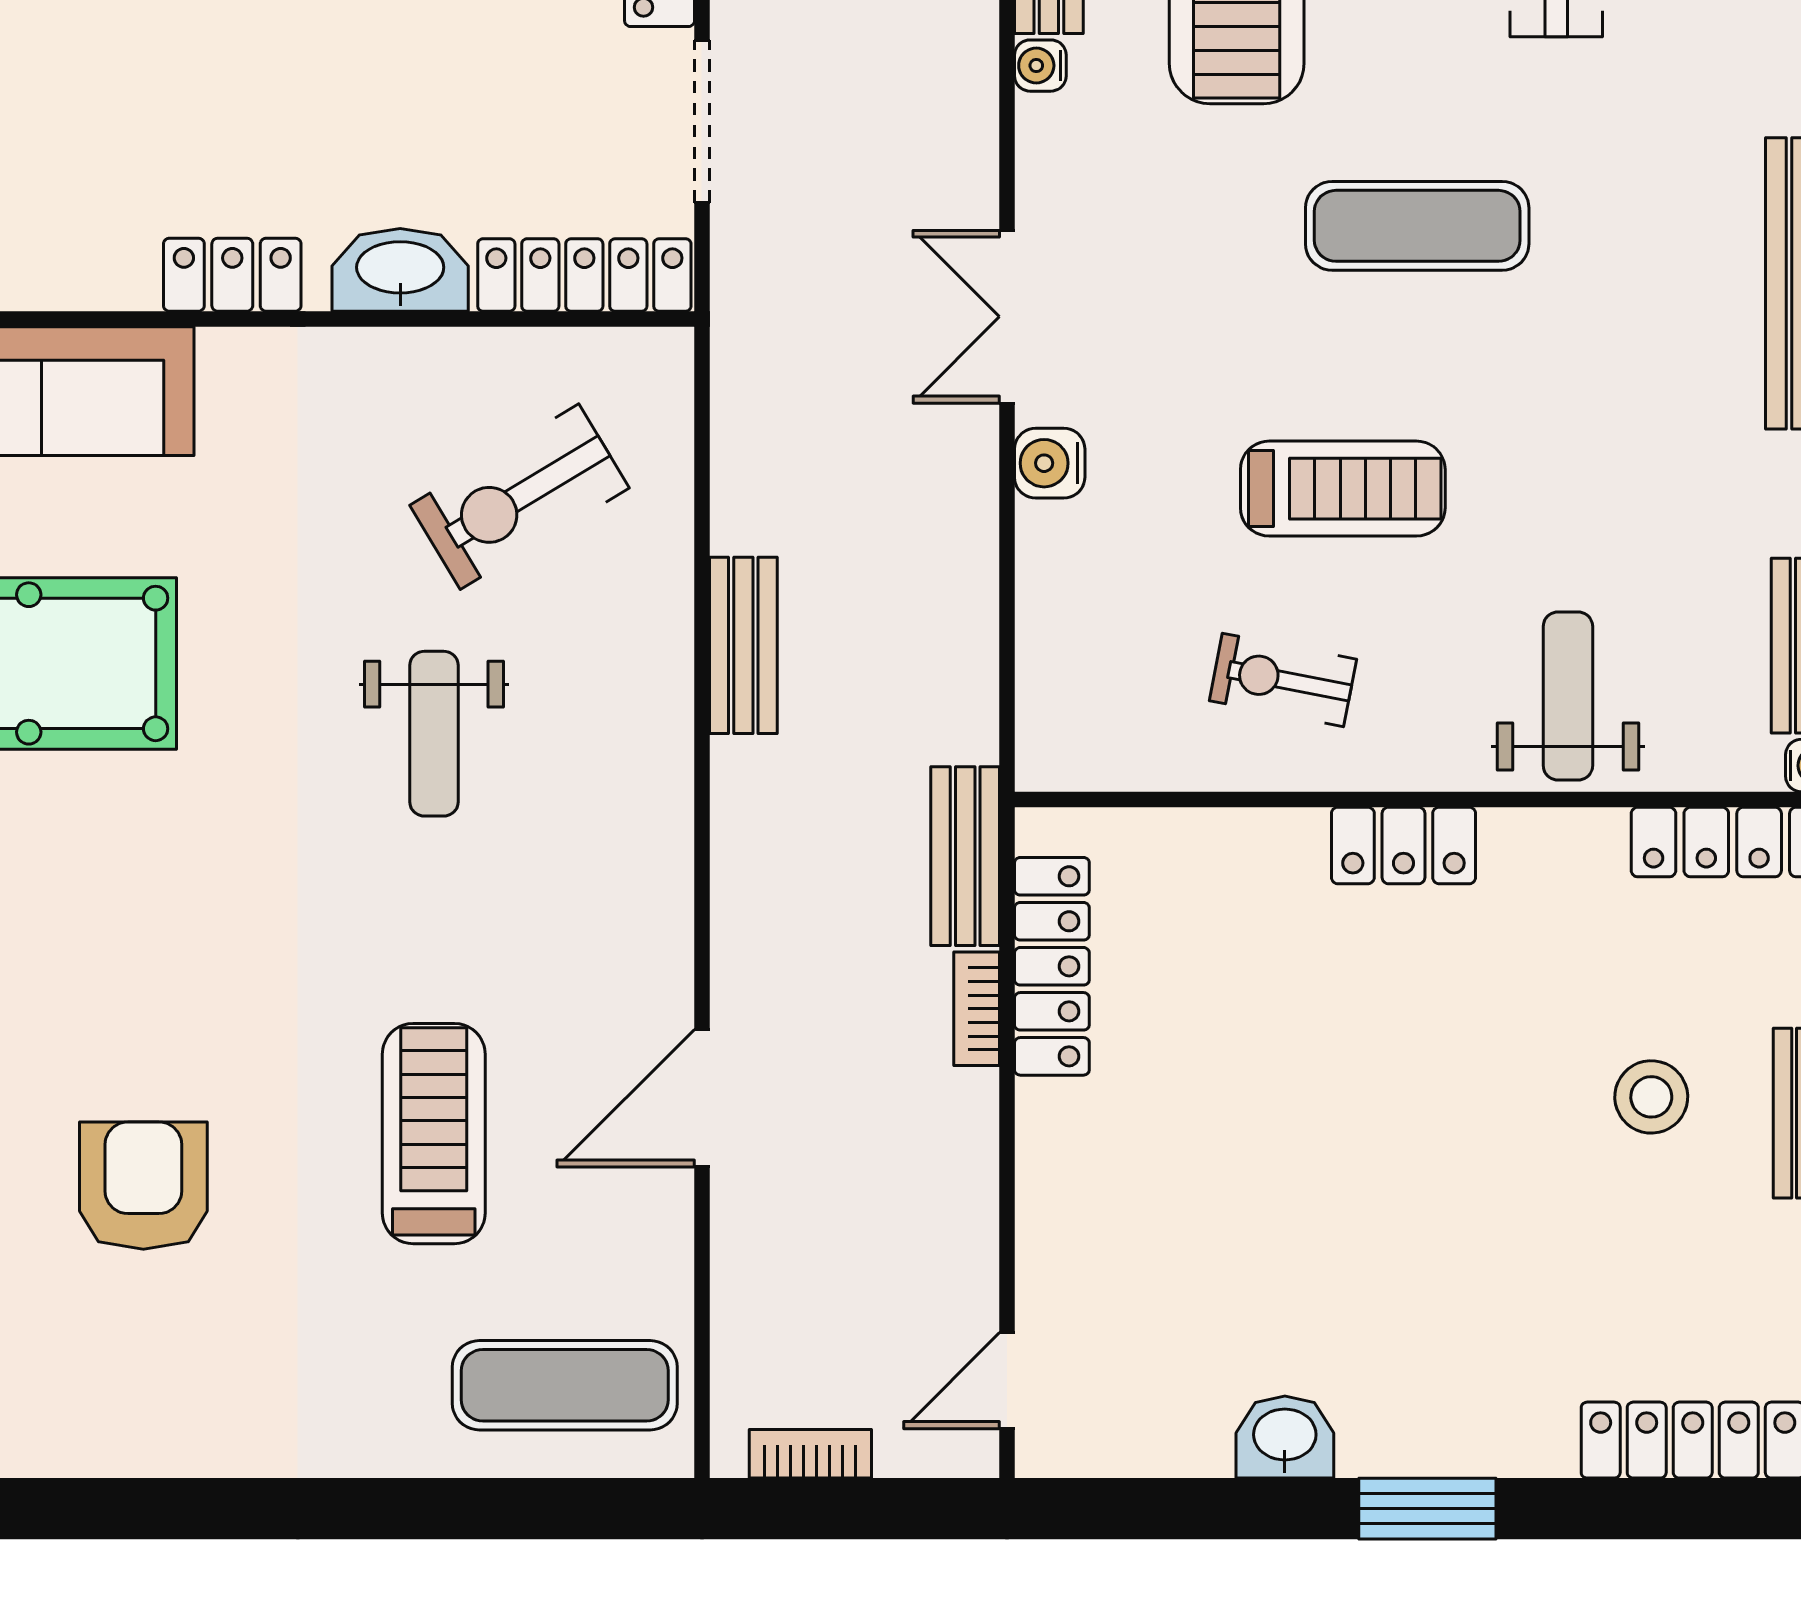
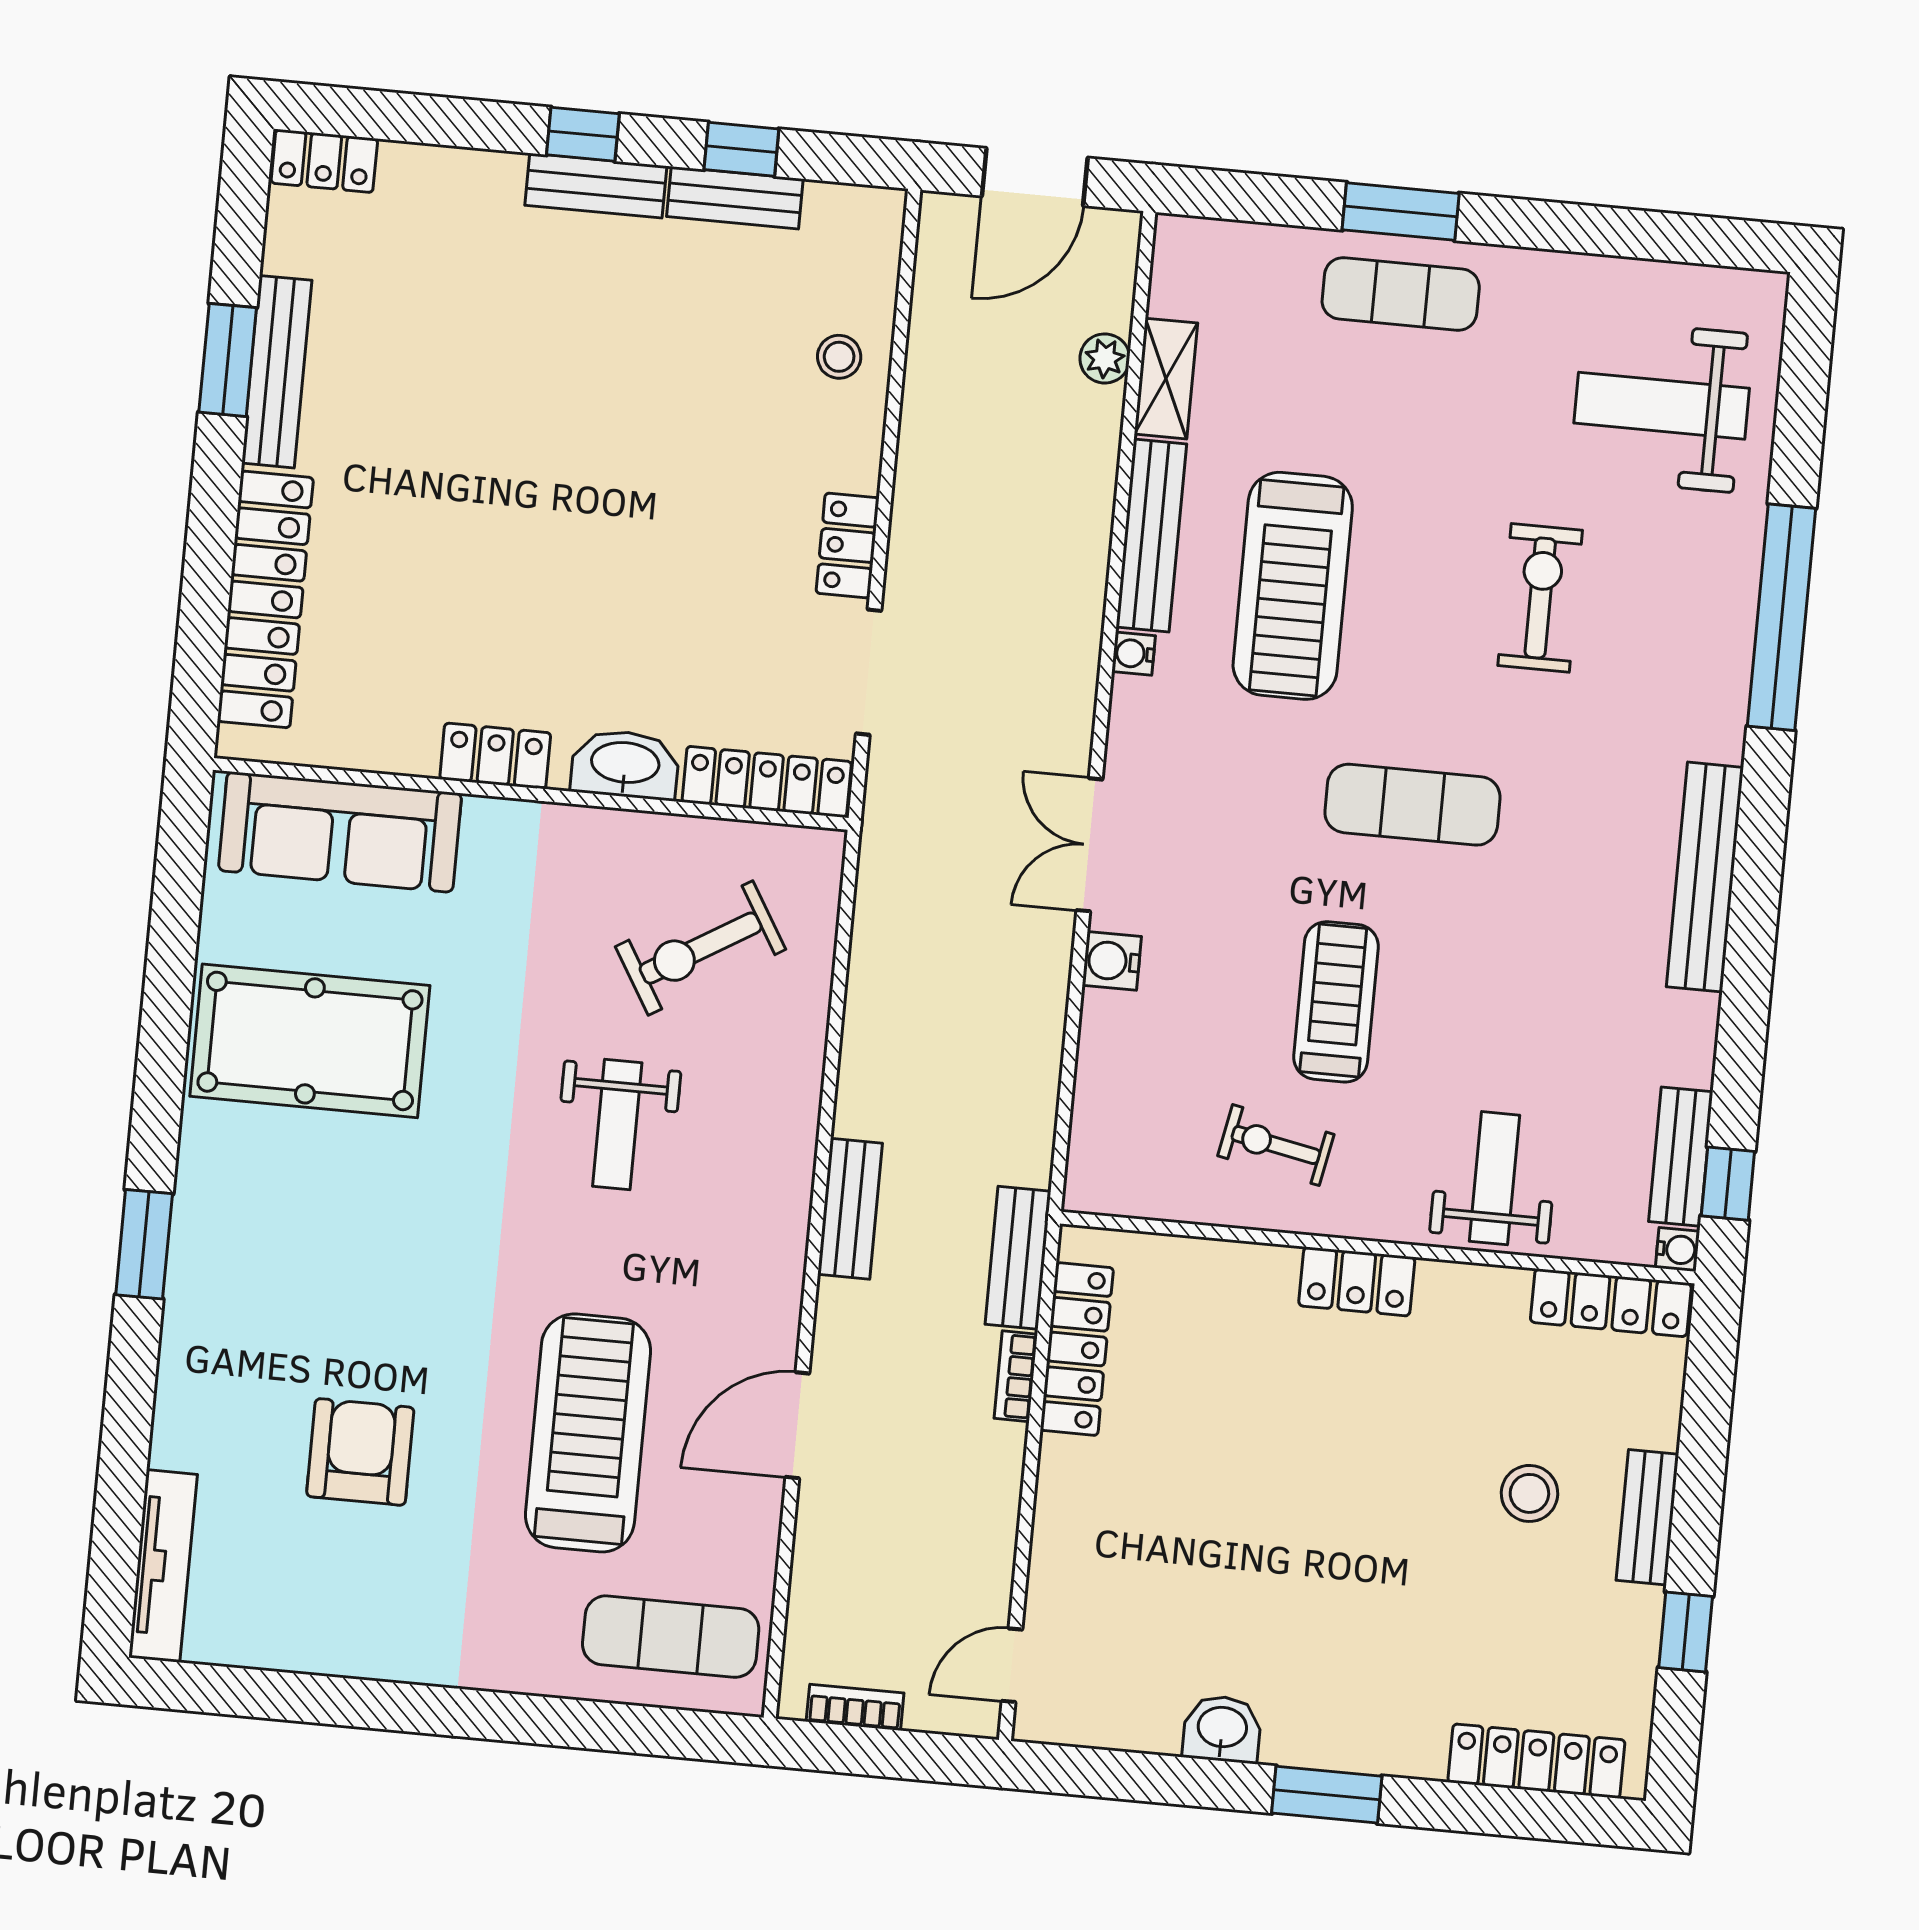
treadmill: (1343, 489) -> (1336, 1002), turned -90
bench: (743, 645) -> (850, 1209), moved
treadmill: (434, 1134) -> (588, 1433), width x1.37, depth x1.38

